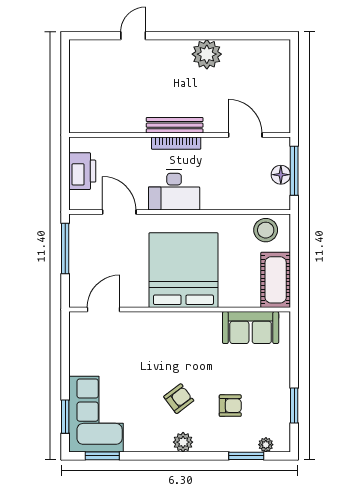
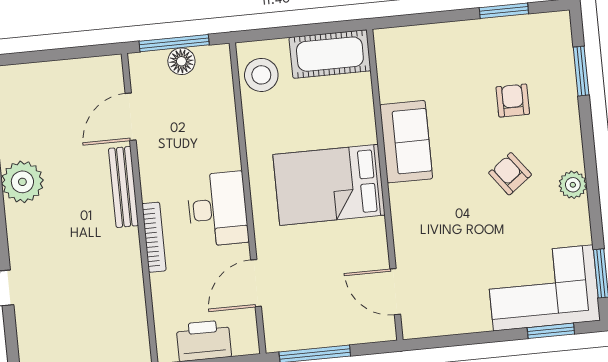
bench: (175, 125) -> (124, 187), moved
bookcase: (176, 143) -> (154, 237), moved
bed: (183, 270) -> (329, 185), width x0.73
sofa: (251, 328) -> (406, 142), moved
plant: (183, 442) -> (573, 185), moved
plant: (266, 445) -> (563, 45), removed

